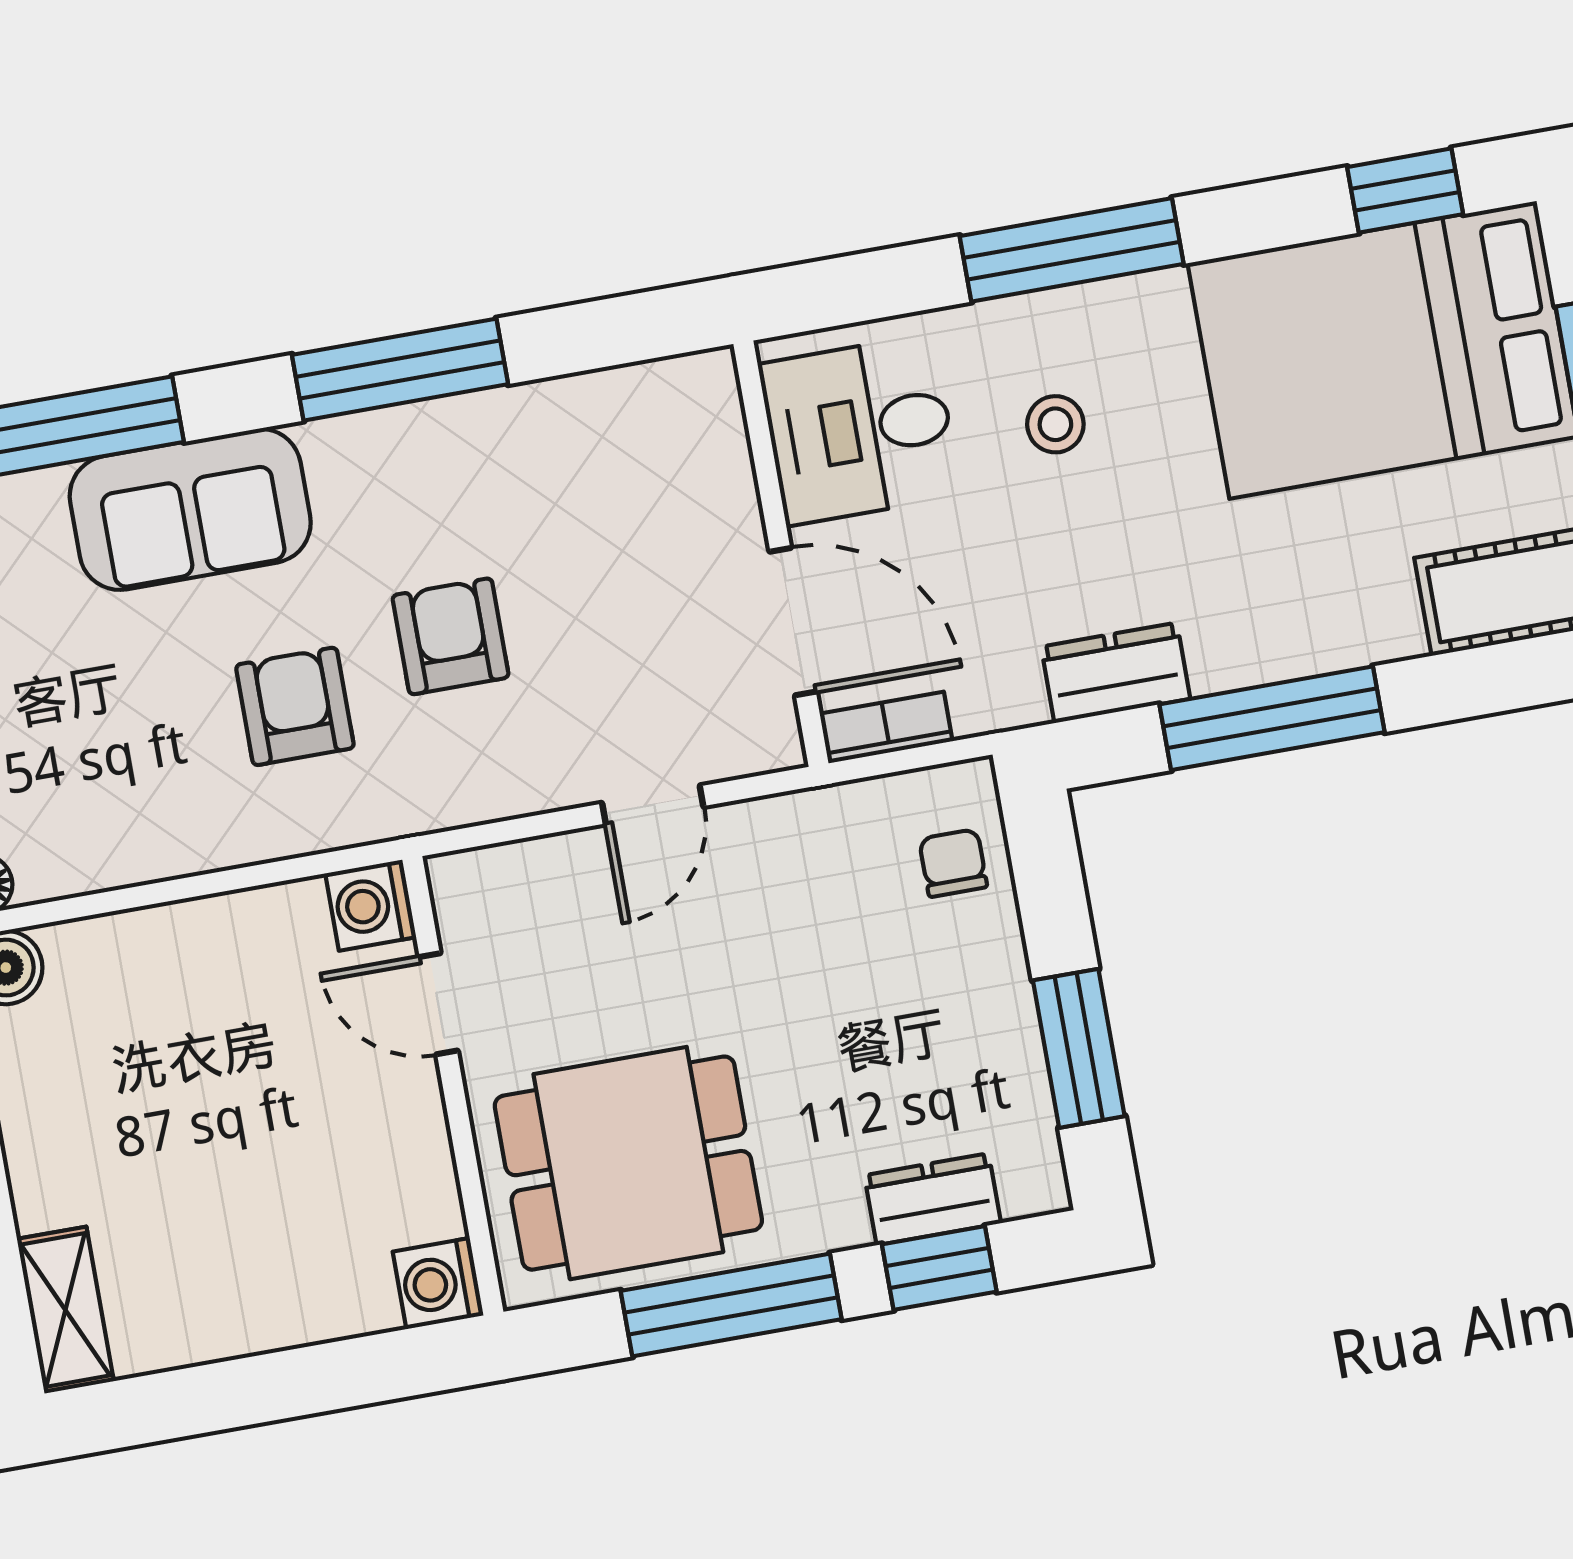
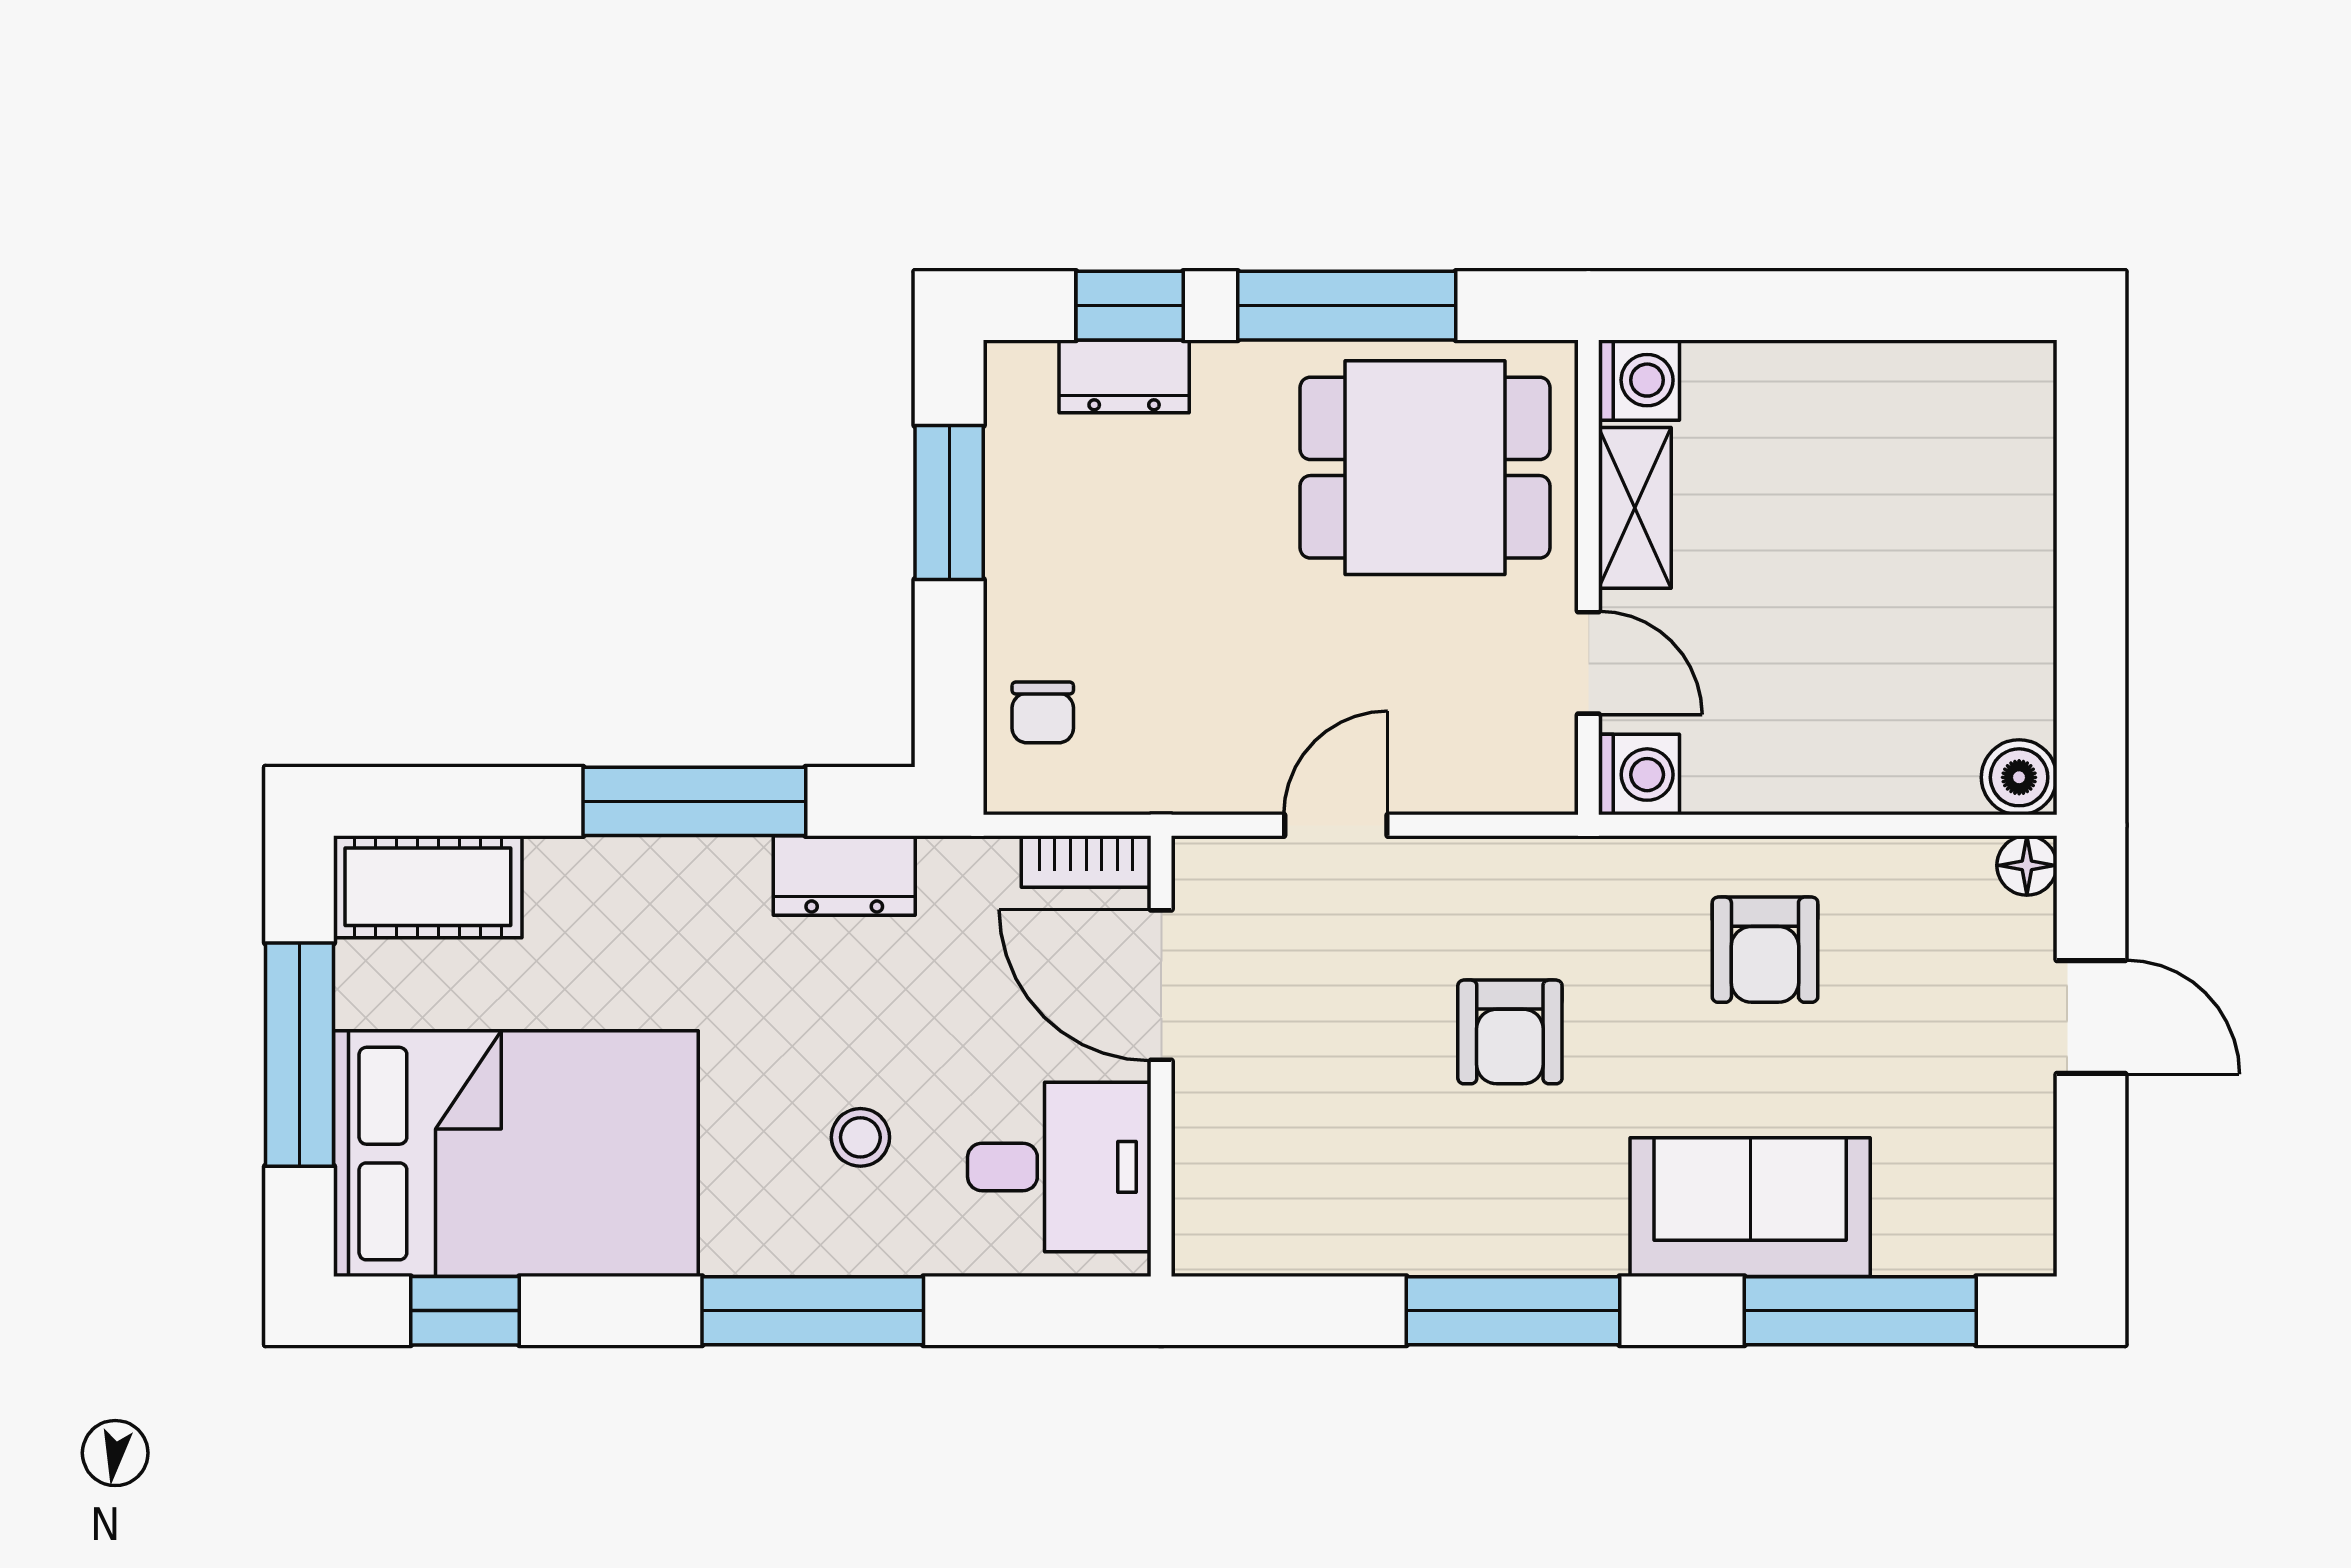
armchair: (295, 706) -> (1765, 950), moved
shelving: (65, 1310) -> (1635, 508), moved

